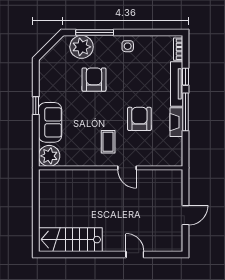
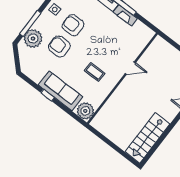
armchair: (139, 119) -> (73, 25), moved
sofa: (50, 122) -> (60, 91), width x1.36
coffee table: (108, 142) -> (95, 72), moved

